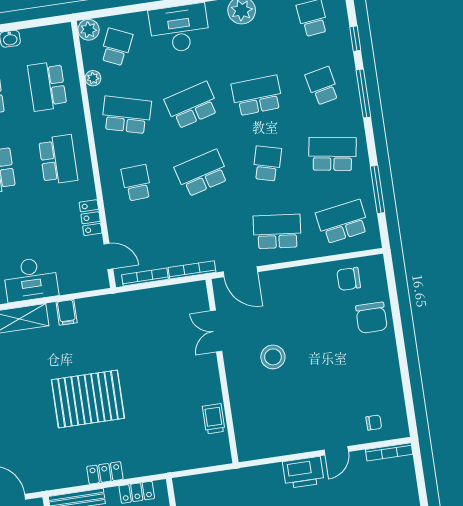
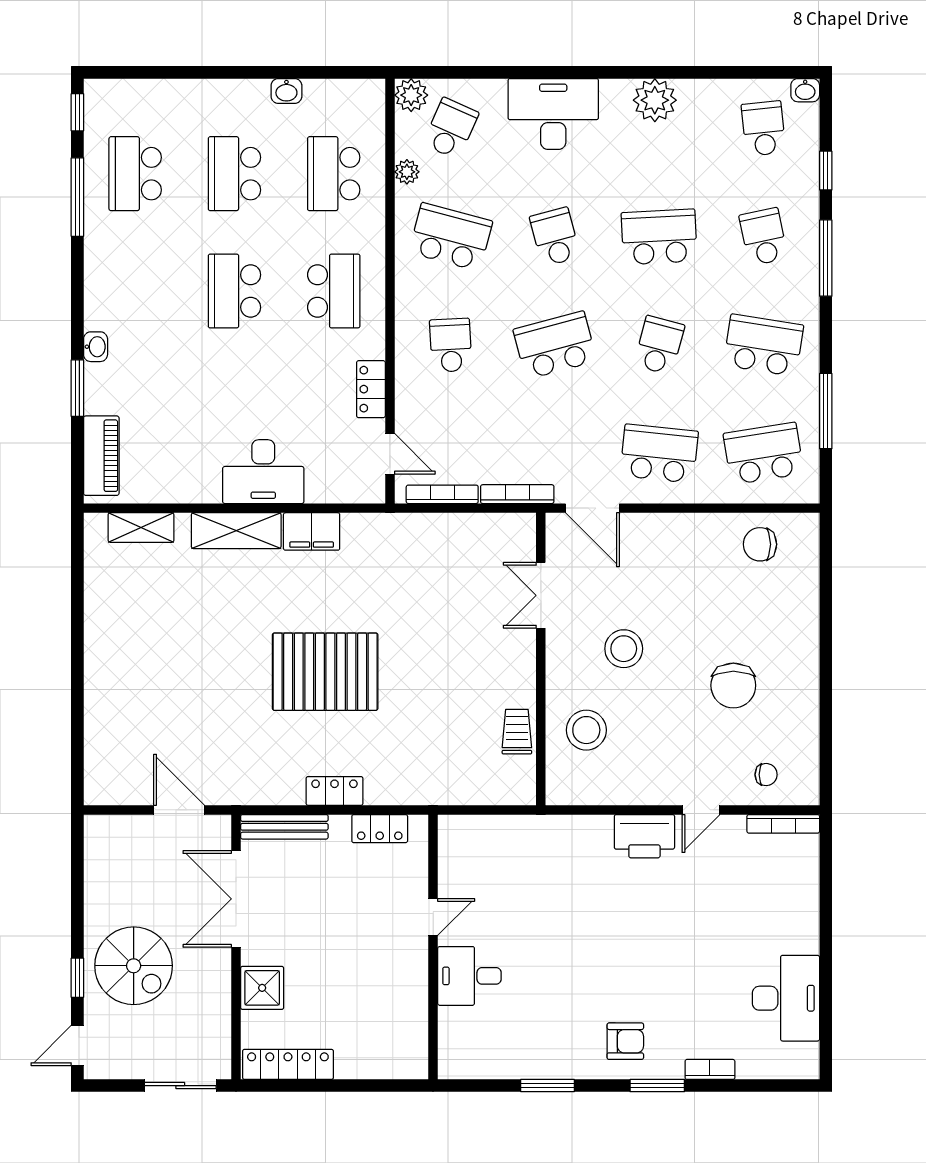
school desk: (192, 105) -> (555, 237), width x0.54
filing cabinet: (67, 312) -> (312, 531), width x2.00
chair: (371, 318) -> (733, 685), moved
stool: (257, 411) -> (586, 730), added

